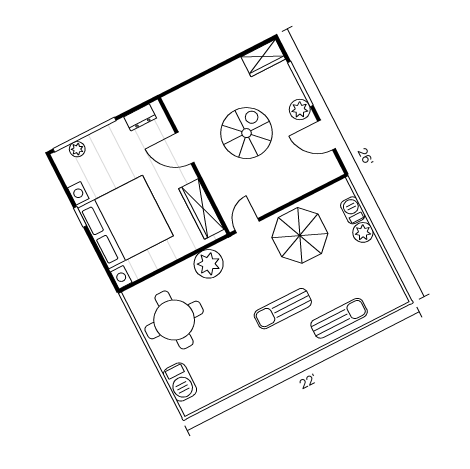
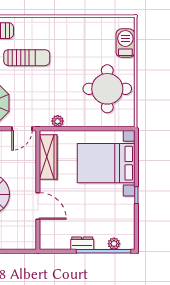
dresser: (140, 117) -> (82, 243), moved
bed with nightstands: (126, 222) -> (106, 163), width x0.73
plant: (209, 264) -> (58, 121), width x0.53, depth x0.53

